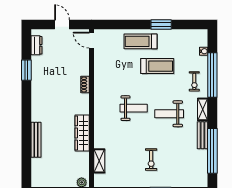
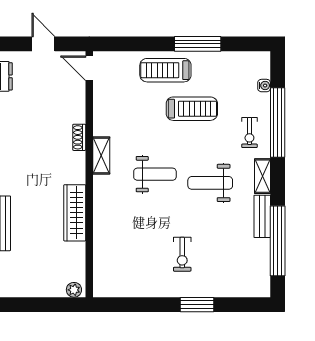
window: (161, 24) -> (198, 44), width x1.44
shelving: (99, 161) -> (101, 155), moved

